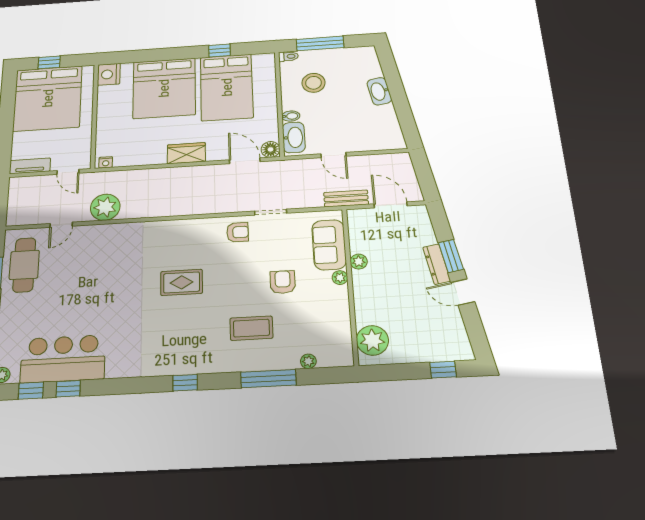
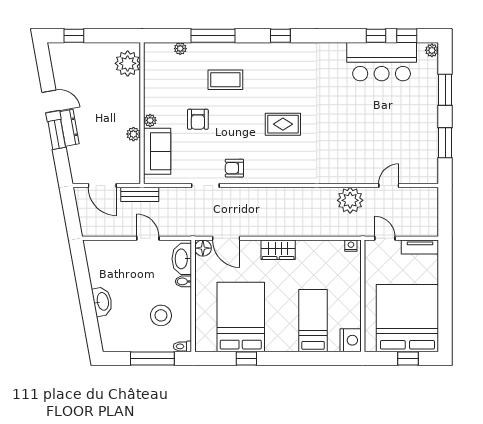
bed: (164, 88) -> (313, 321), width x0.49
cafe table: (24, 265) -> (419, 149), removed

